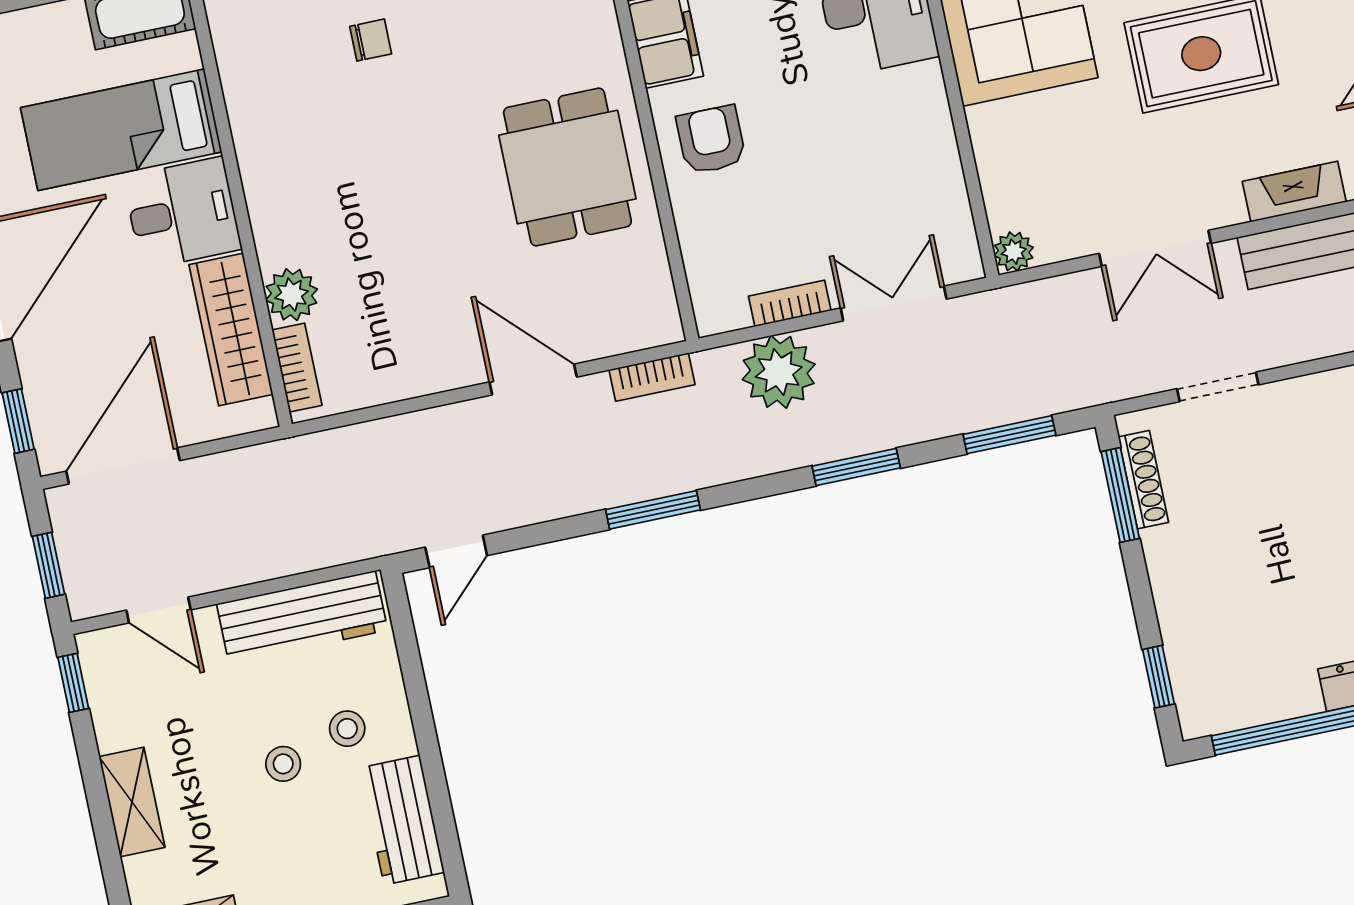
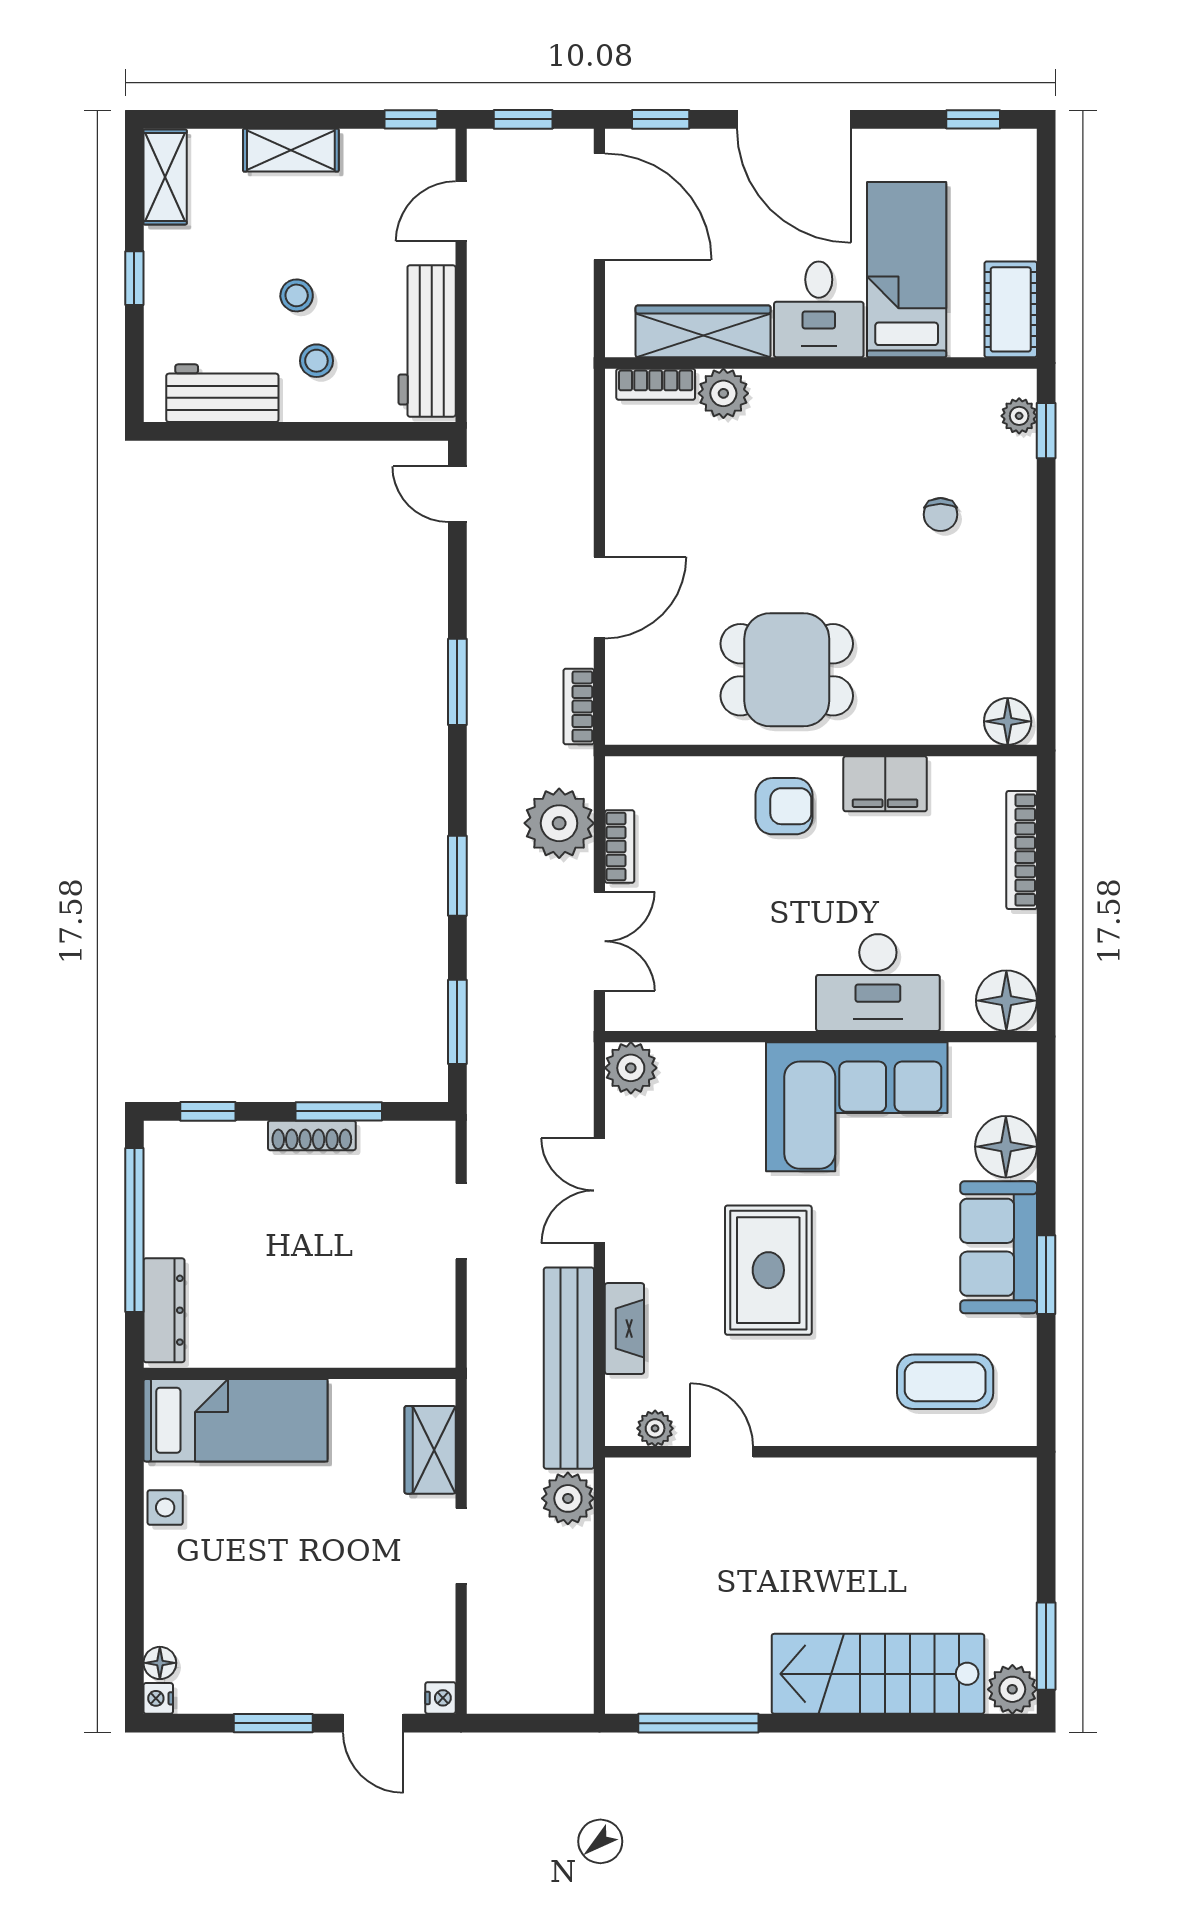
plant: (1014, 252) -> (631, 1068), width x1.38, depth x1.38
shoe rack: (1143, 480) -> (312, 1135), moved
window: (1120, 495) -> (339, 1111), moved

